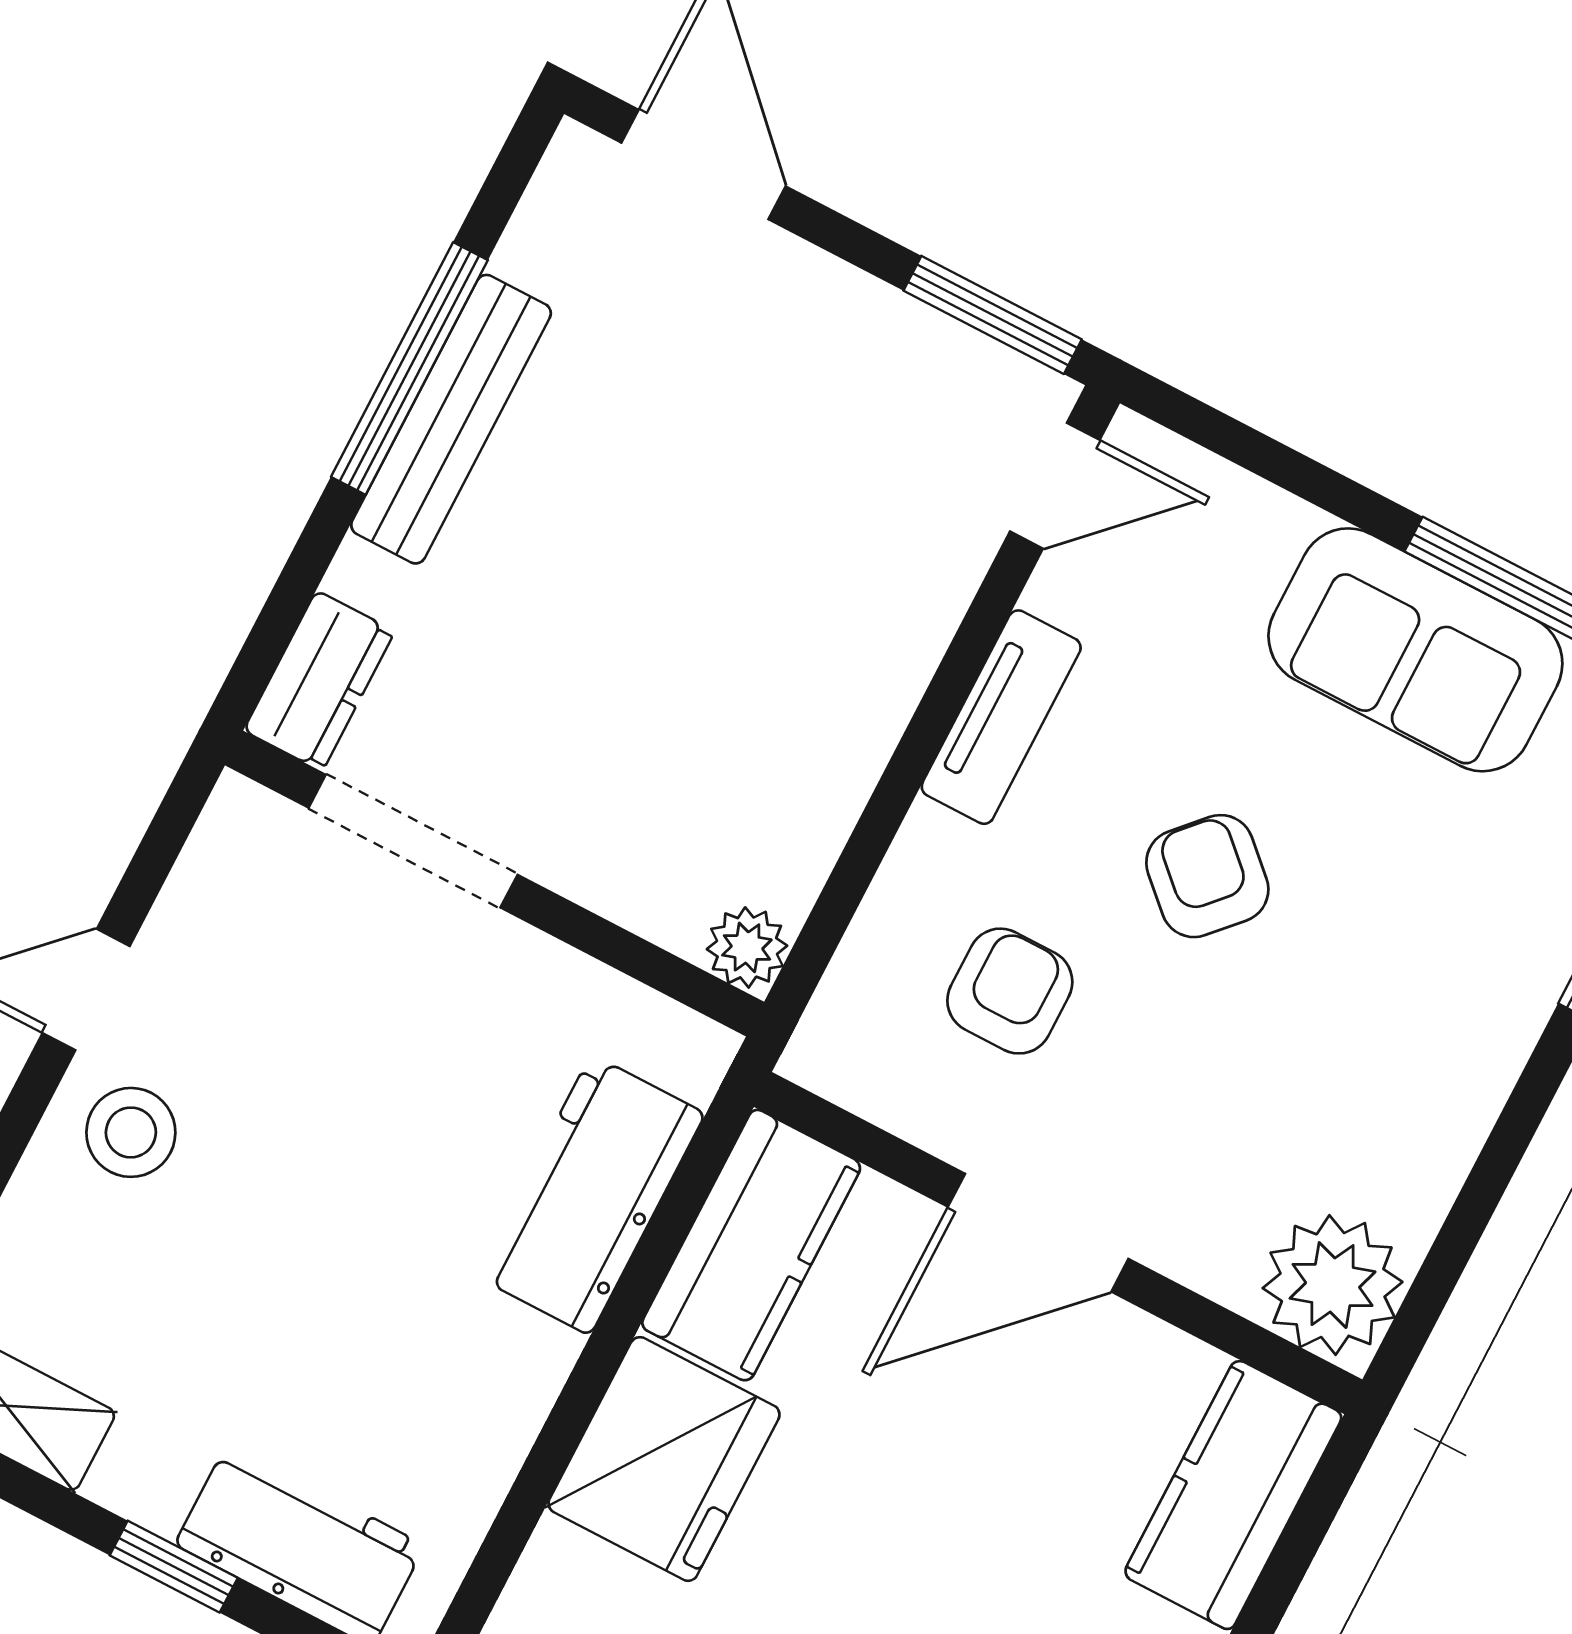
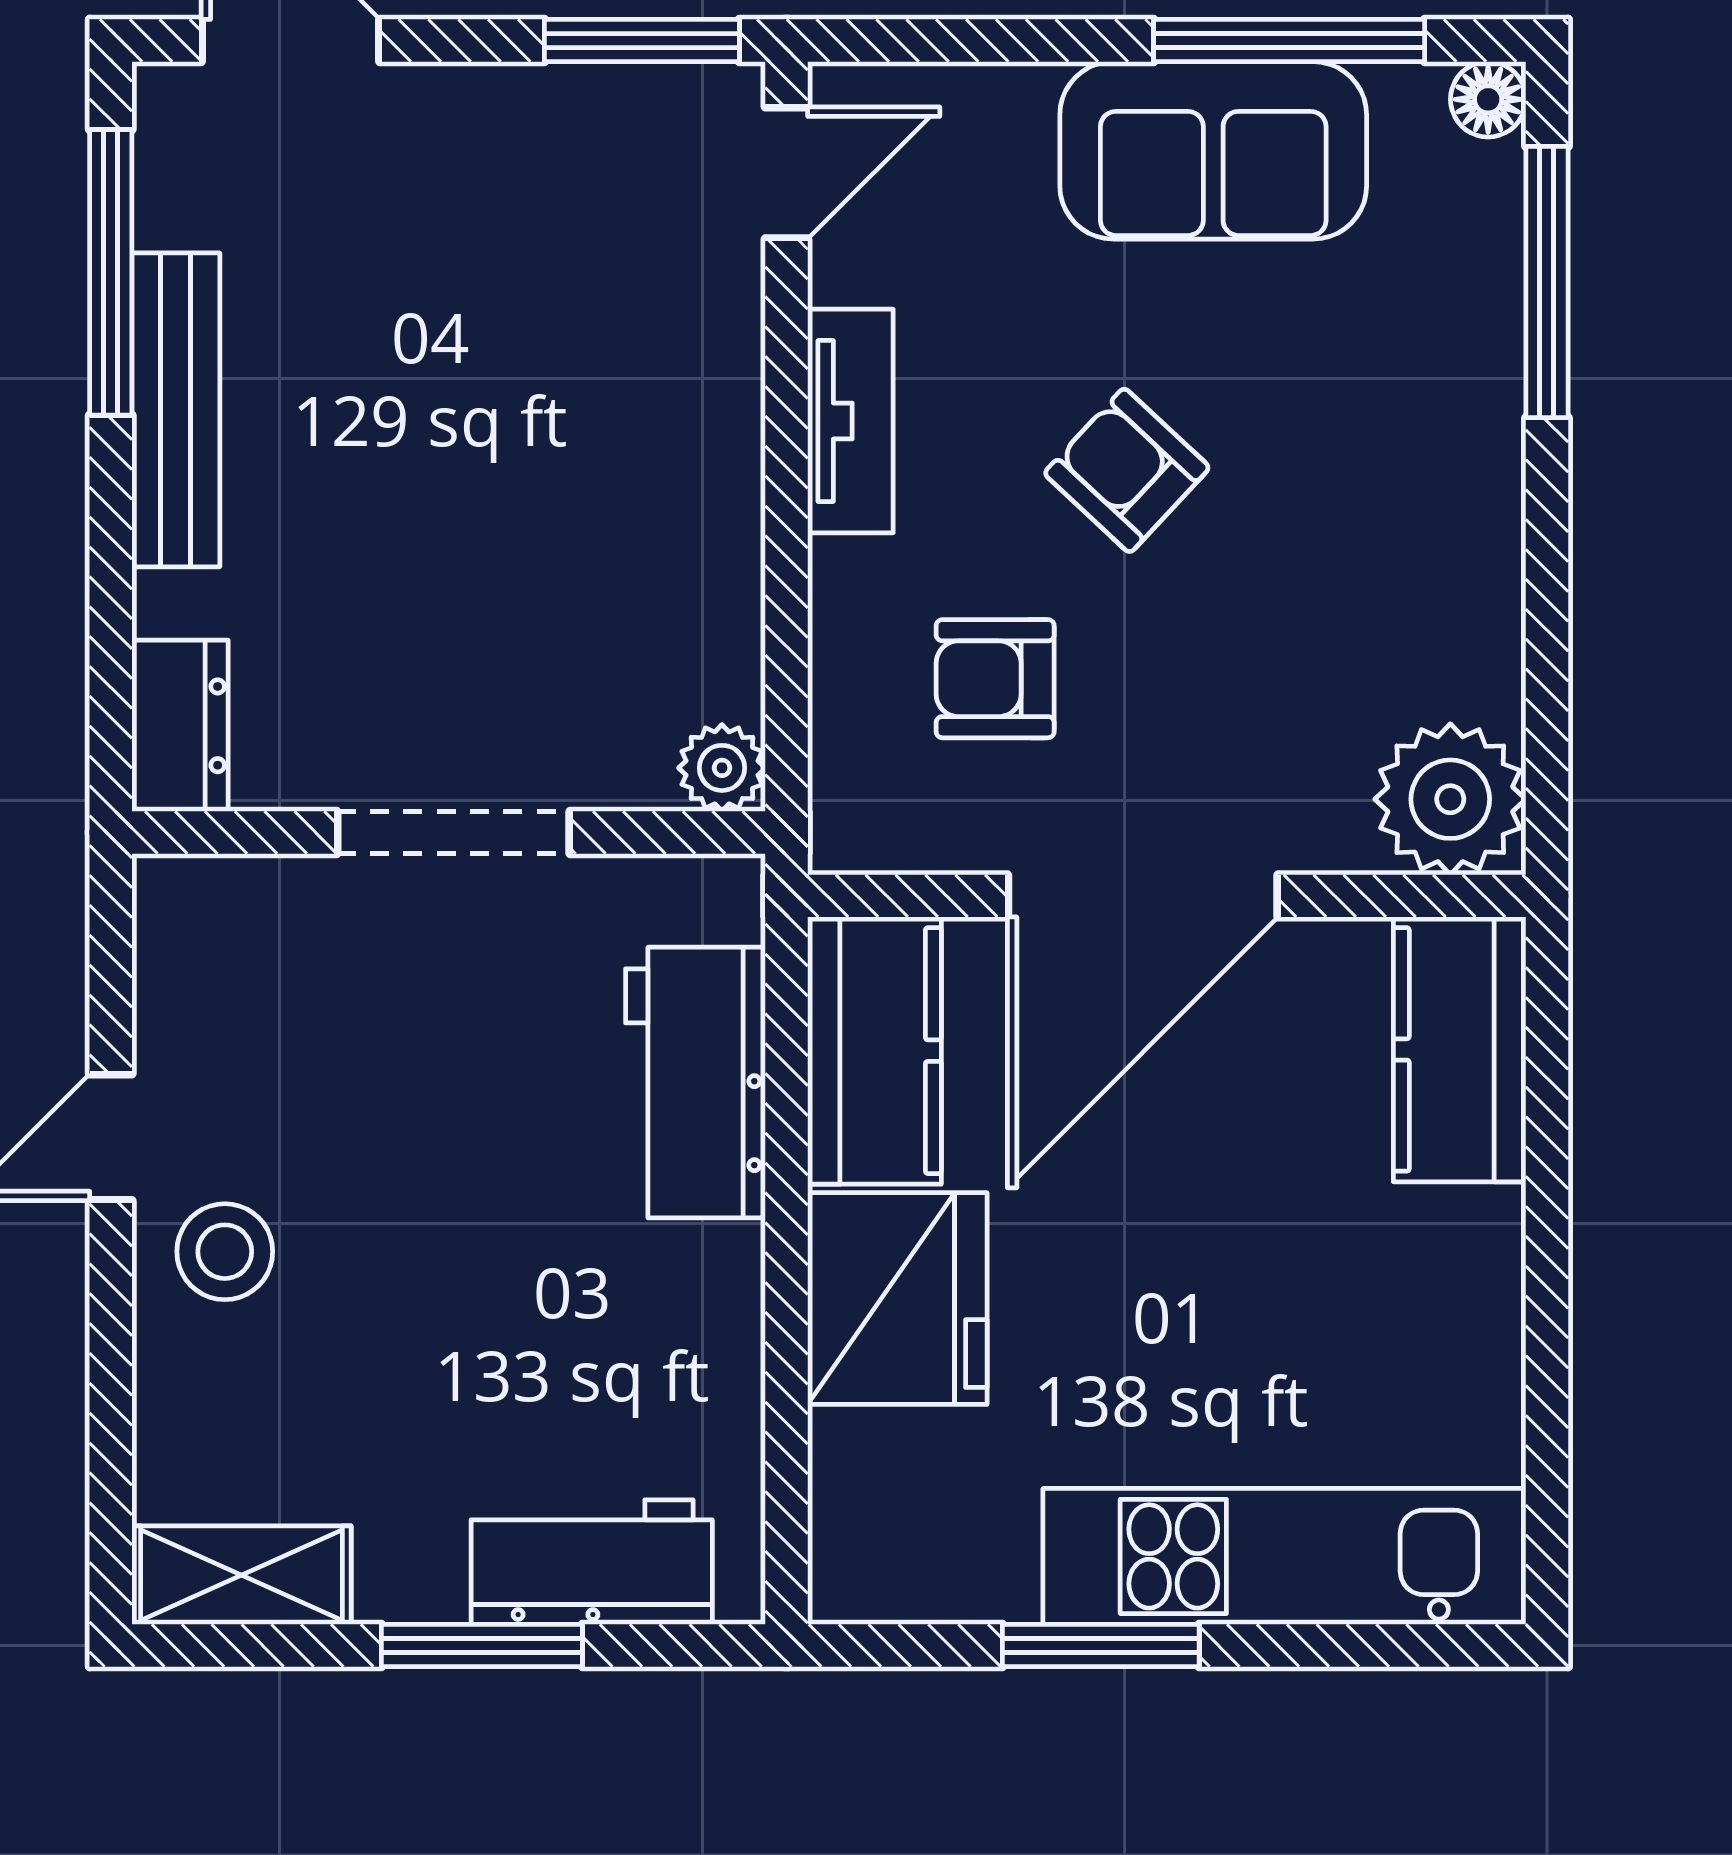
window: (409, 368) -> (111, 272), moved
doorway: (413, 841) -> (453, 833), moved
armchair: (1010, 991) -> (995, 679), turned -90
door: (1038, 1233) -> (1143, 896), width x1.36
window: (174, 1567) -> (482, 1646), width x1.50

